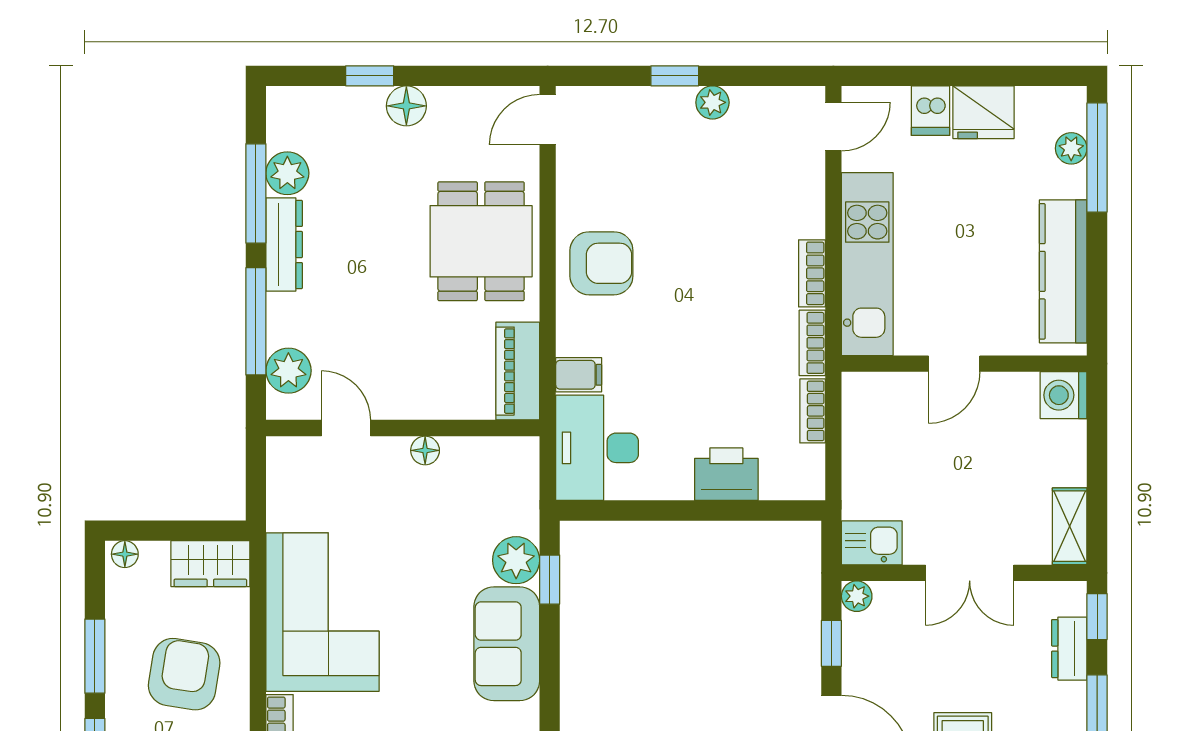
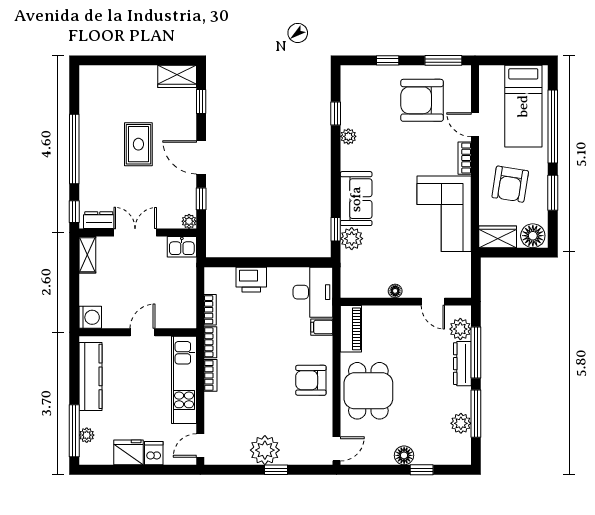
plant: (712, 102) -> (265, 450), width x1.87, depth x1.87
dresser: (284, 245) -> (462, 364), moved
floor lamp: (125, 554) -> (533, 236), width x1.89, depth x1.89
dresser: (1069, 649) -> (99, 220), moved, turned -90

